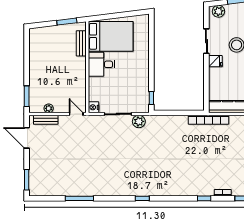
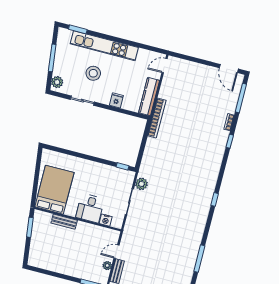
bench: (81, 43) -> (64, 222), moved
fridge: (215, 61) -> (116, 100), moved
desk: (101, 64) -> (90, 208), moved
nightstand: (94, 107) -> (106, 220), moved
door: (76, 114) -> (117, 252), moved

